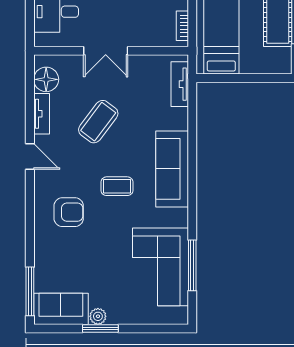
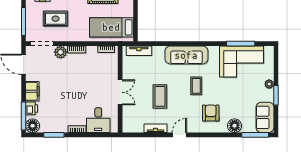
floor lamp: (46, 79) -> (235, 126), moved
coffee table: (98, 122) -> (160, 96), turned 53
plant: (98, 316) -> (269, 84), moved

